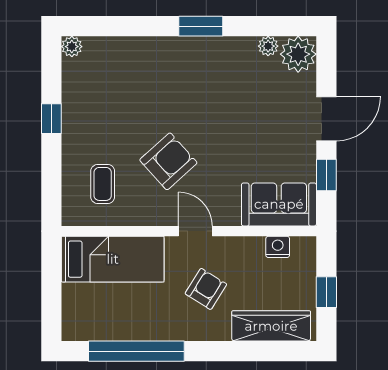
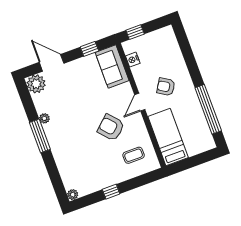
window: (201, 26) -> (40, 136), width x1.44
plant: (268, 46) -> (44, 118), moved
door: (326, 119) -> (52, 63), moved
window: (326, 292) -> (135, 32), moved
wardrobe: (271, 326) -> (172, 49), removed

